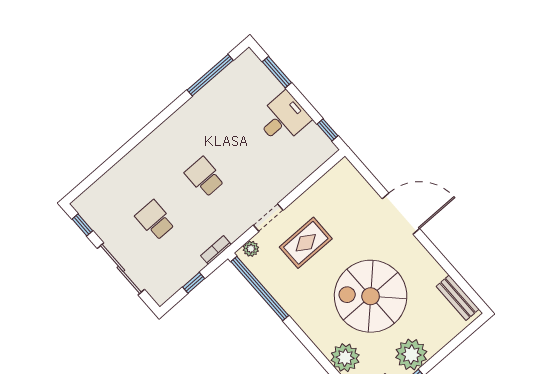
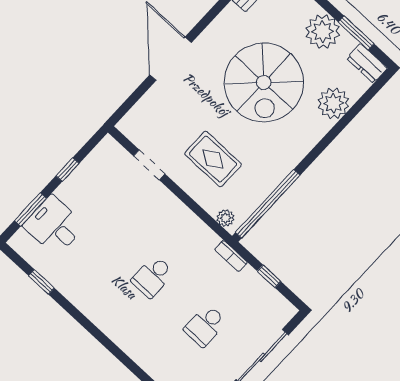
window: (210, 75) -> (41, 282), width x0.46
desk: (283, 118) -> (54, 226), moved
window: (328, 130) -> (68, 170), moved
doorway: (268, 218) -> (149, 165), moved

